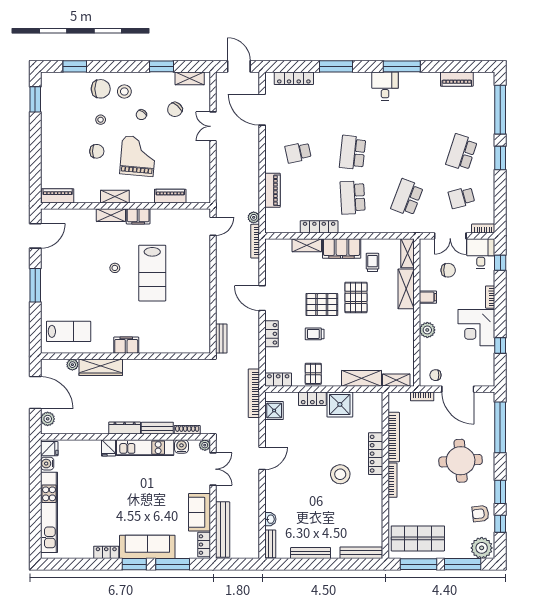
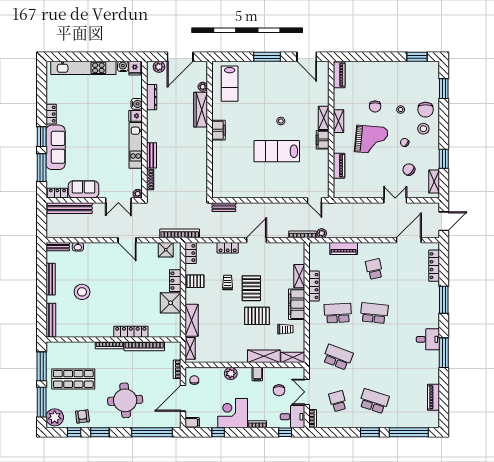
filing cabinet: (488, 378) -> (192, 423), added
dresser: (125, 428) -> (152, 97), moved
water cooler: (181, 446) -> (137, 104), moved
stool: (340, 474) -> (82, 292), moved
shop shelf: (418, 538) -> (73, 379), moved, turned 90

